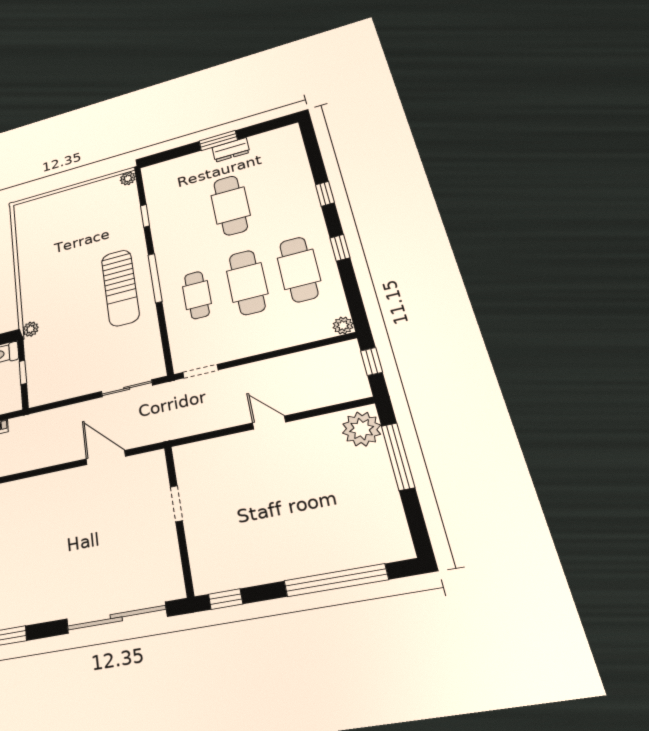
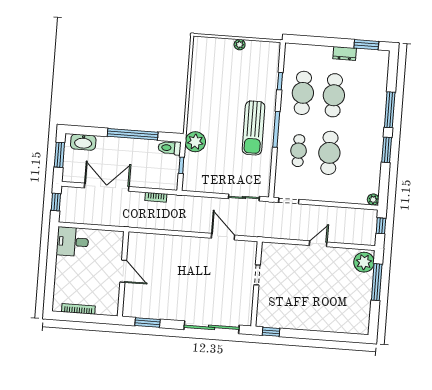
window: (218, 140) -> (366, 45), moved
plant: (128, 178) -> (240, 45), moved
window: (325, 194) -> (390, 110), width x2.17
window: (340, 248) -> (387, 150), width x1.50
cafe table: (299, 269) -> (303, 93), moved
plant: (31, 329) -> (195, 142), width x1.87, depth x1.87
door: (269, 423) -> (318, 244), hinge flipped
window: (336, 580) -> (327, 336), removed

